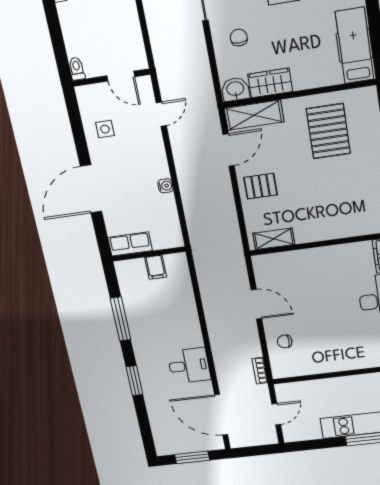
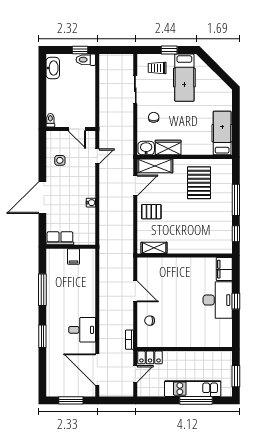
locker: (294, 391) -> (150, 357), added

